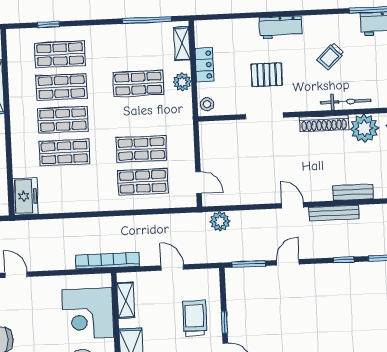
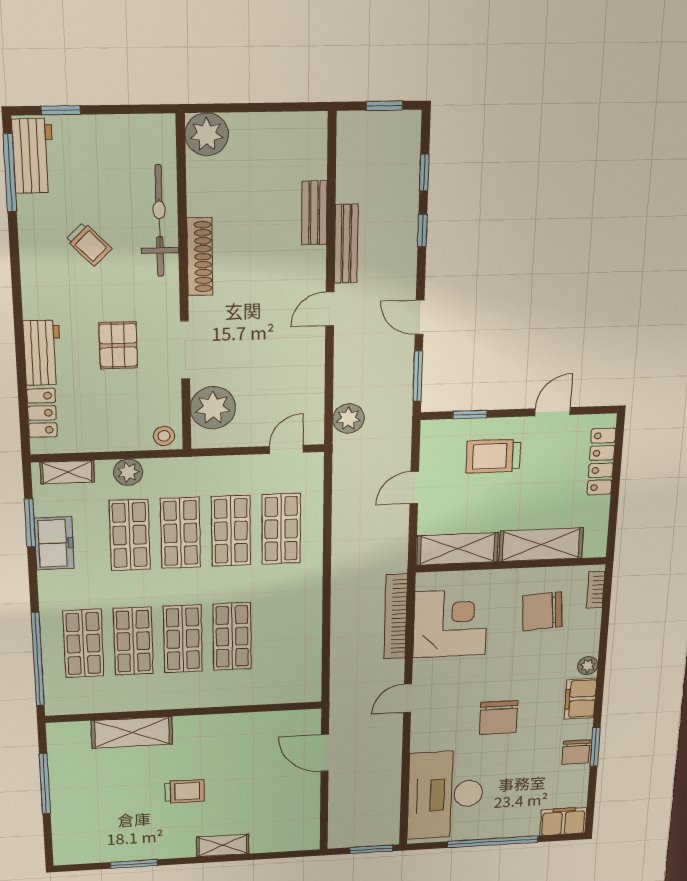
window: (147, 20) -> (30, 523), width x0.69
window: (49, 24) -> (38, 659), width x3.17
workbench: (281, 27) -> (42, 353), moved
locker: (204, 65) -> (42, 413), moved, turned 90
bicycle: (346, 102) -> (159, 221), width x1.37, depth x1.40
shop shelf: (140, 116) -> (180, 533), added
plant: (364, 128) -> (213, 408), moved
freezer: (25, 196) -> (54, 543), moved, turned 90
bookcase: (107, 261) -> (396, 616), moved
shelving: (126, 300) -> (458, 549), width x1.50, depth x1.33
corner desk: (88, 313) -> (450, 623), moved, turned -90
window: (224, 322) -> (470, 415), moved

